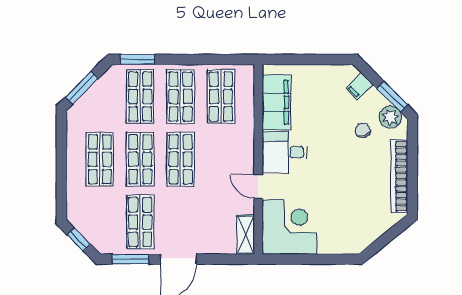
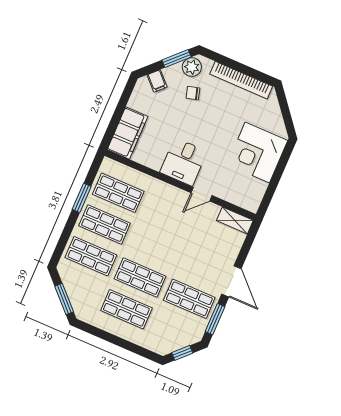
window: (138, 59) -> (82, 198), moved
filing cabinet: (276, 102) -> (127, 133), moved, turned 90
shop shelf: (181, 159) -> (154, 246), removed
corner desk: (289, 227) -> (257, 153), moved, turned -90

